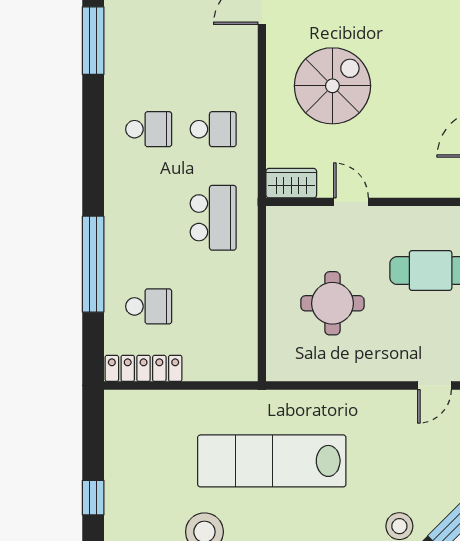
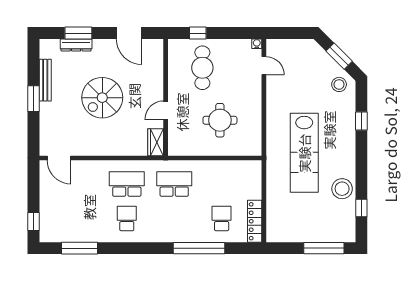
spiral stairs: (332, 86) -> (102, 98), moved, turned -90
school desk: (213, 129) -> (127, 184), width x1.85
window: (93, 498) -> (324, 248), width x2.17

